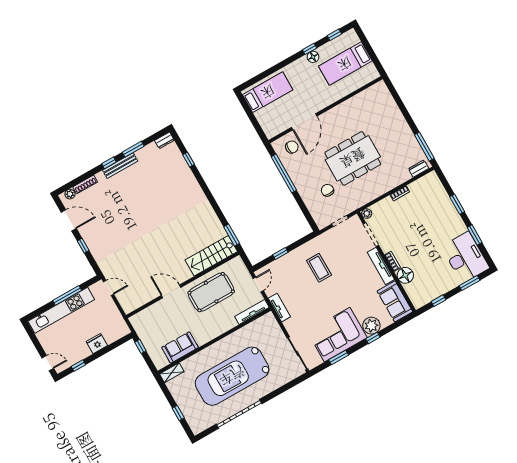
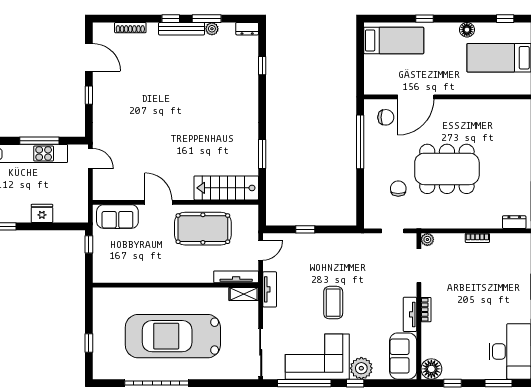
window: (310, 49) -> (425, 19), moved
plant: (70, 194) -> (212, 29), moved
window: (232, 235) -> (262, 154), moved
tv unit: (381, 266) -> (410, 314), width x0.71
coffee table: (319, 268) -> (333, 303), moved
floor lamp: (405, 275) -> (431, 369), moved
sofa: (180, 347) -> (117, 217), moved, turned 180
window: (339, 357) -> (304, 383), width x2.11
shelving: (172, 373) -> (244, 294), moved

